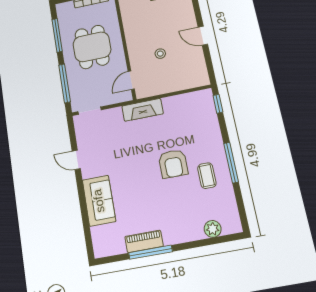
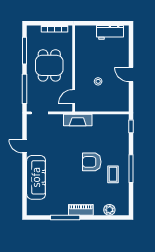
armchair: (173, 164) -> (92, 162), turned 90
sofa: (99, 201) -> (36, 177), width x1.36
piano: (144, 241) -> (81, 210), moved

